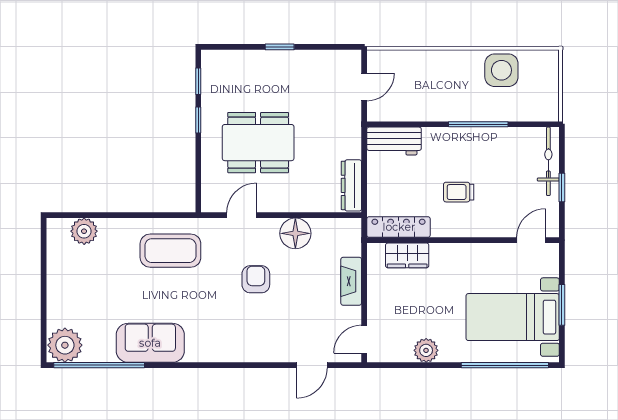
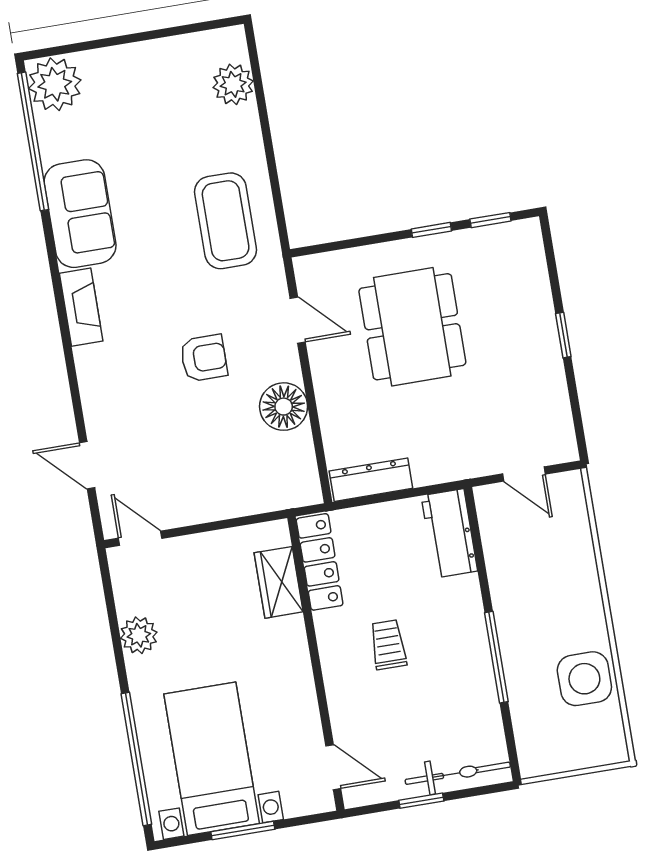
fireplace: (351, 281) -> (81, 307), moved, turned 90

